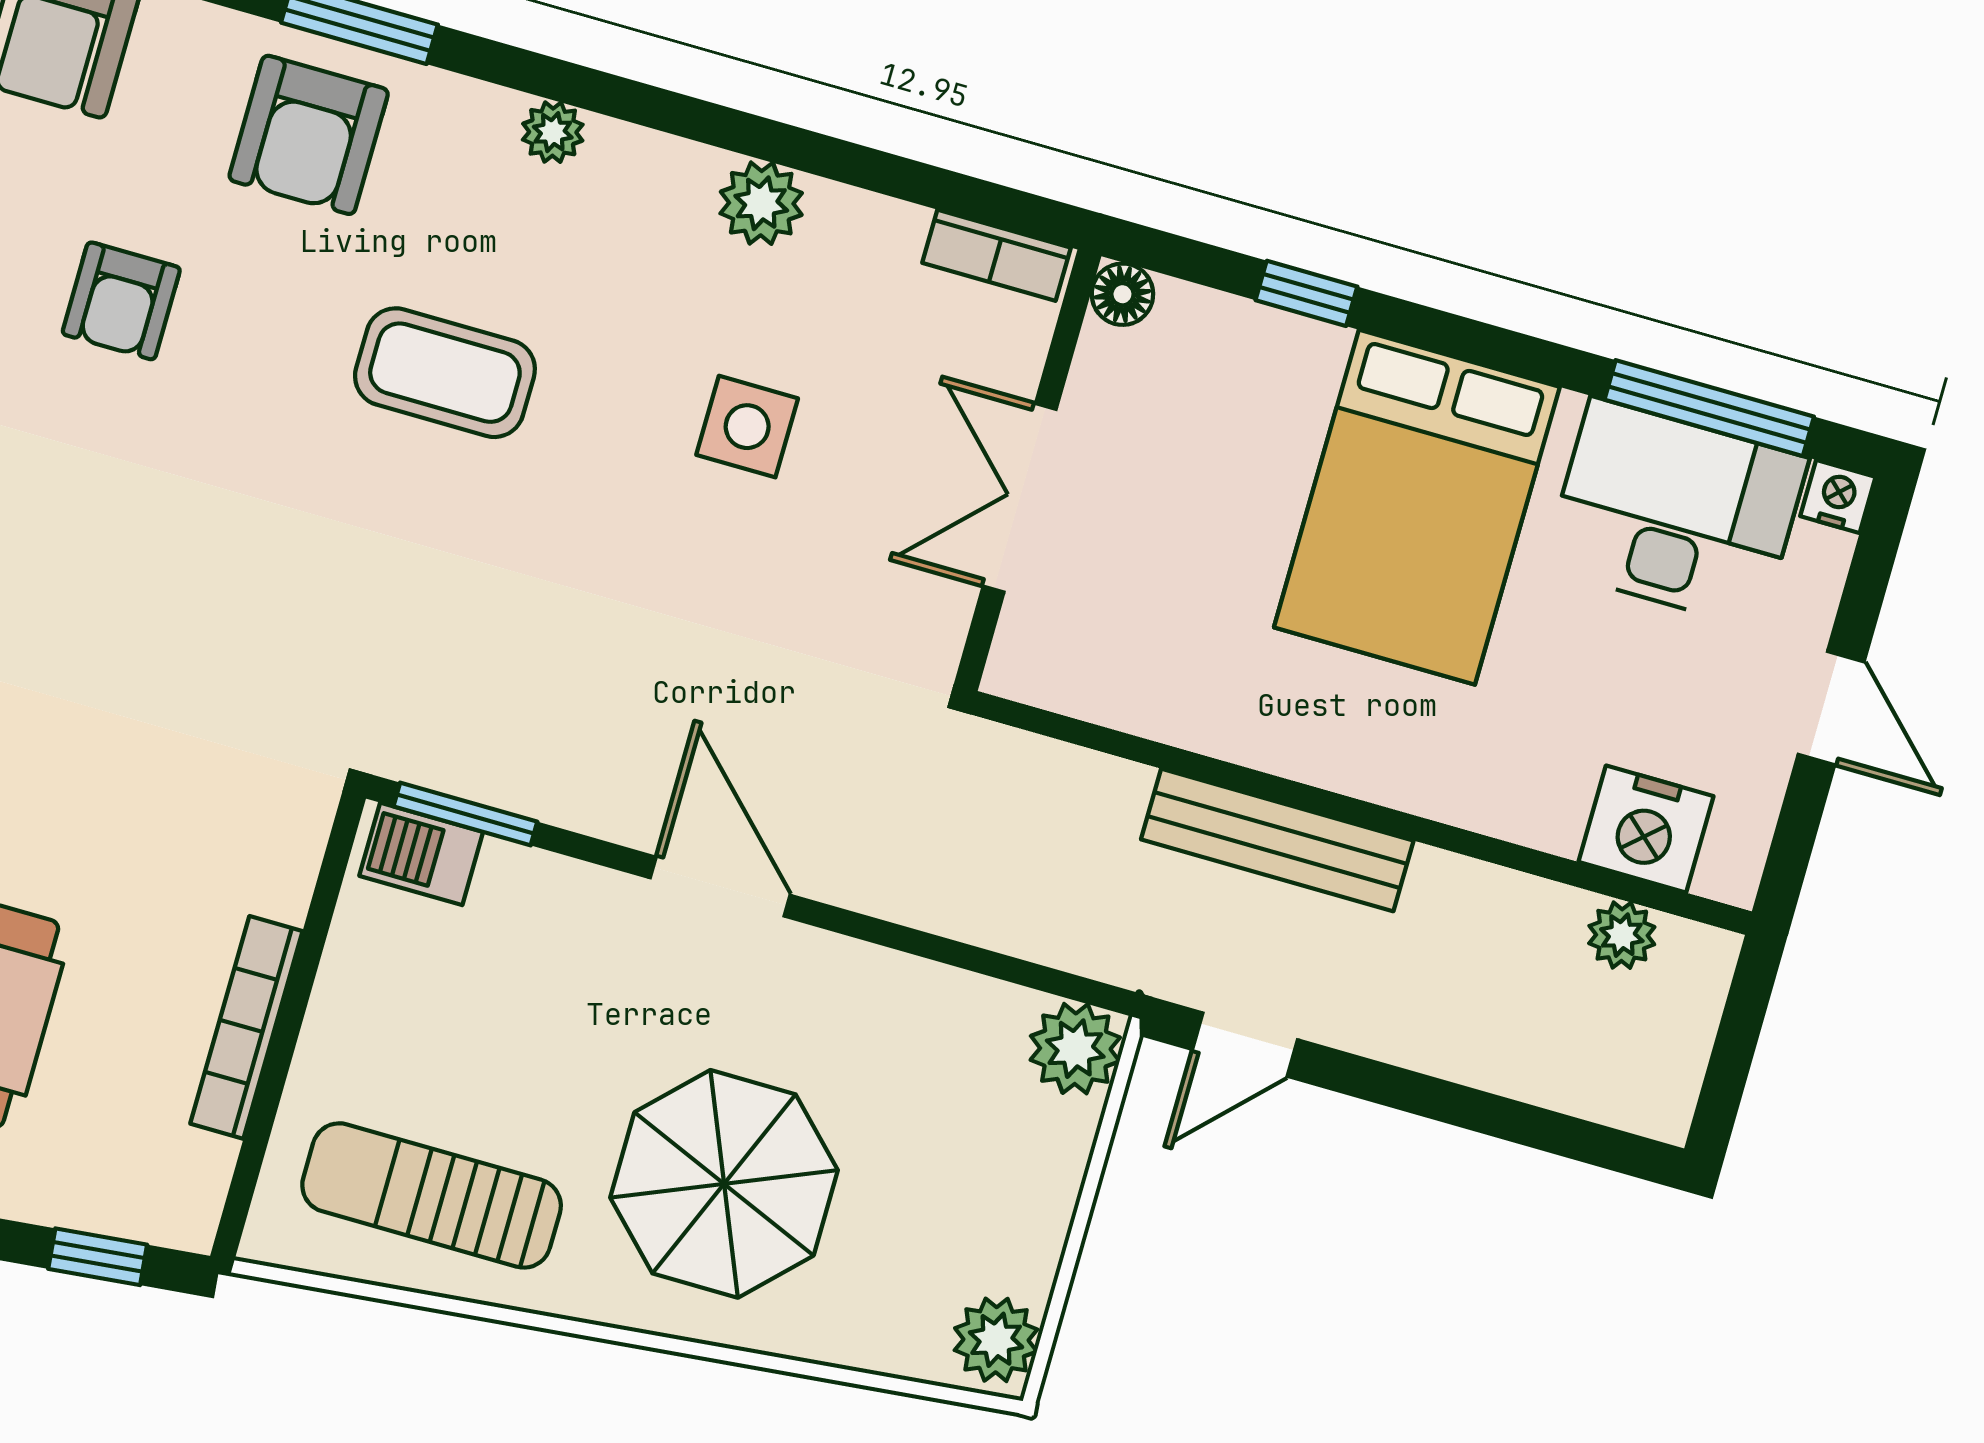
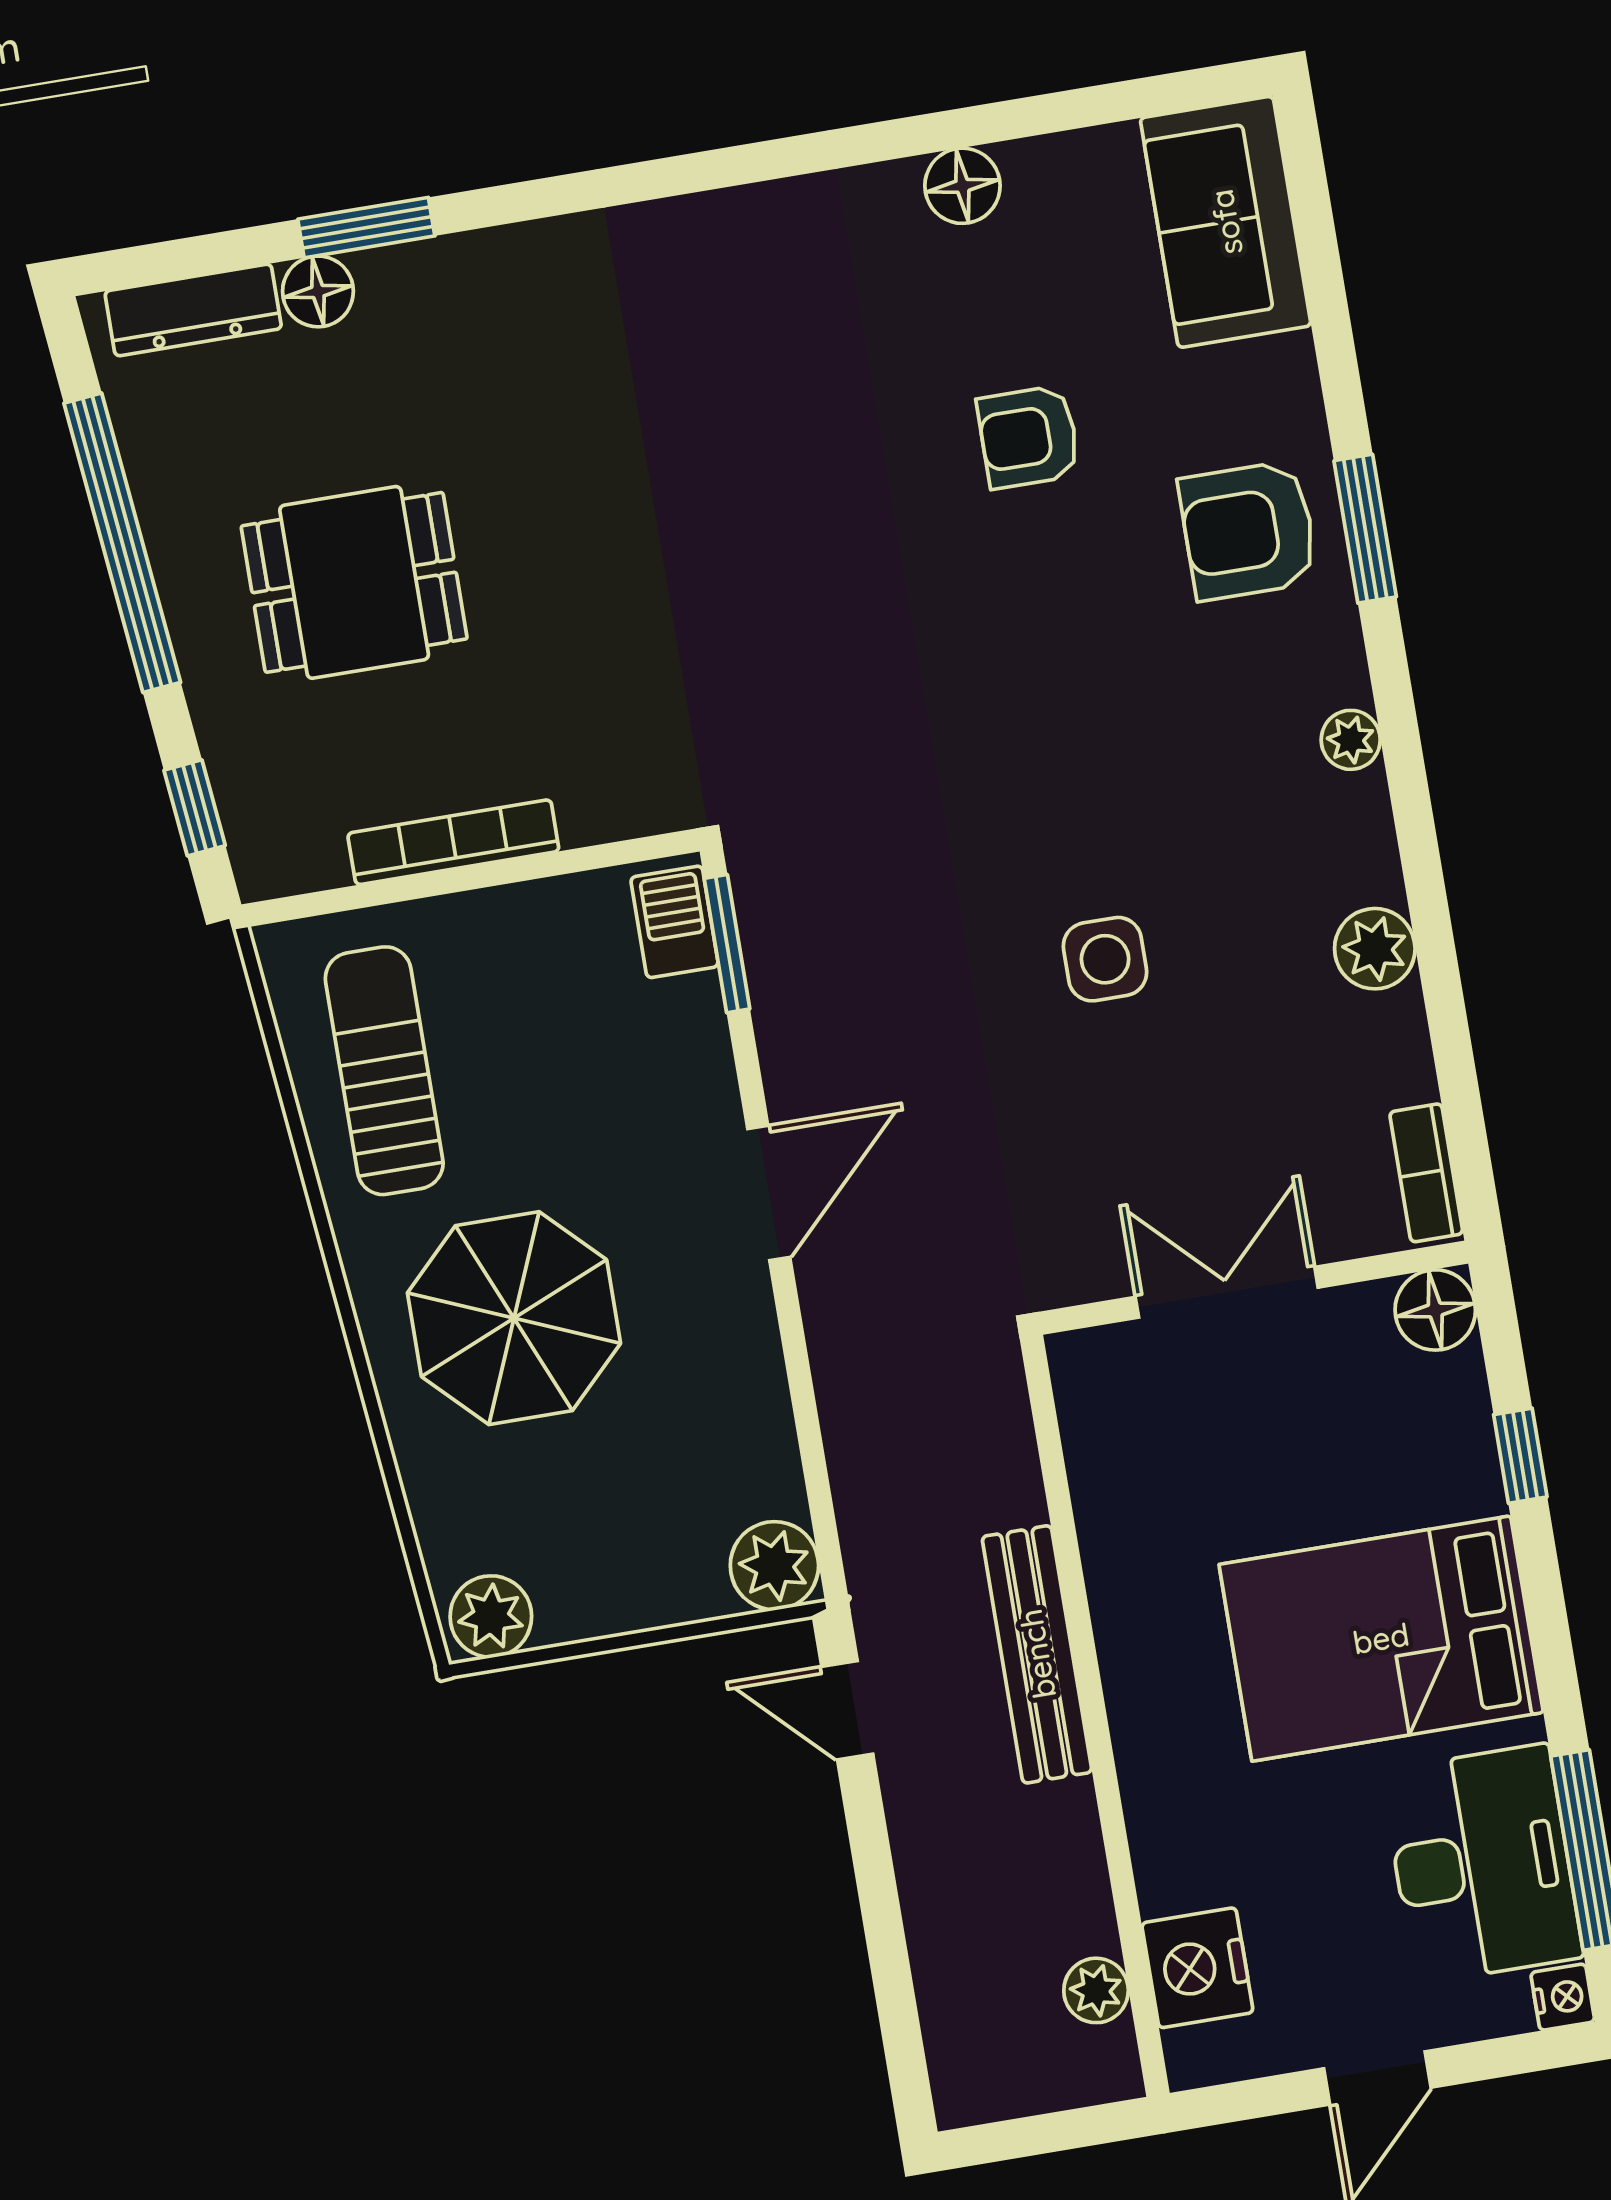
floor lamp: (1122, 294) -> (1435, 1310), width x1.37, depth x1.37
coffee table: (445, 373) -> (1099, 745), removed
side table: (747, 427) -> (1105, 959), moved

